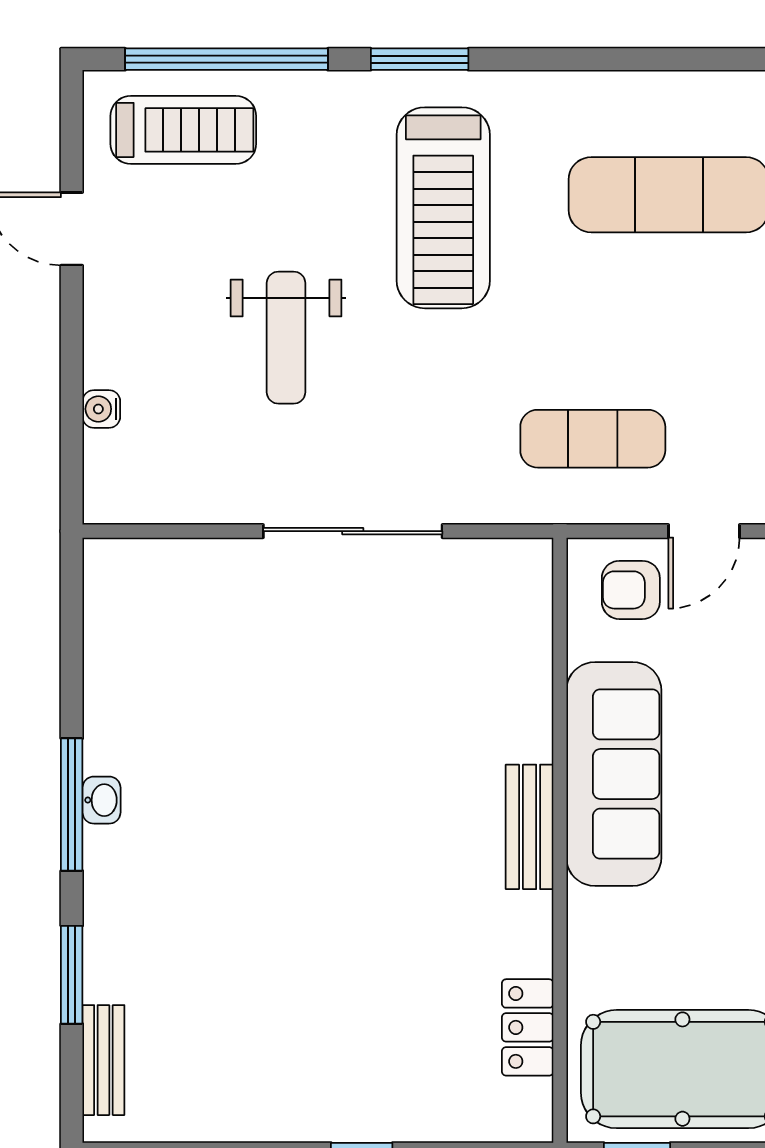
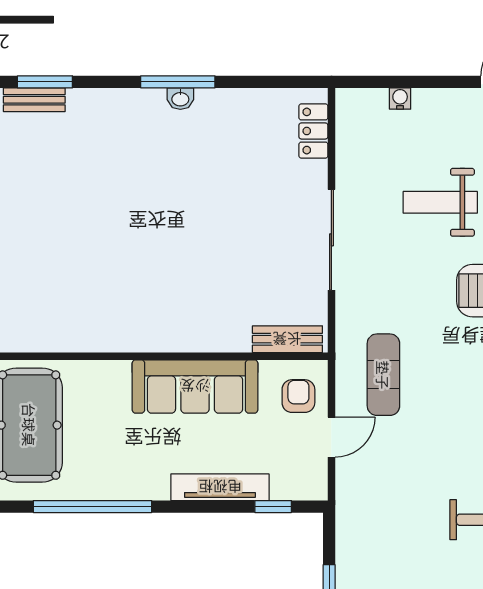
door: (704, 531) -> (331, 437), swing flipped
bench: (530, 827) -> (287, 339), moved
window: (72, 975) -> (45, 82), moved
locker: (528, 1027) -> (313, 131), moved, turned -90

